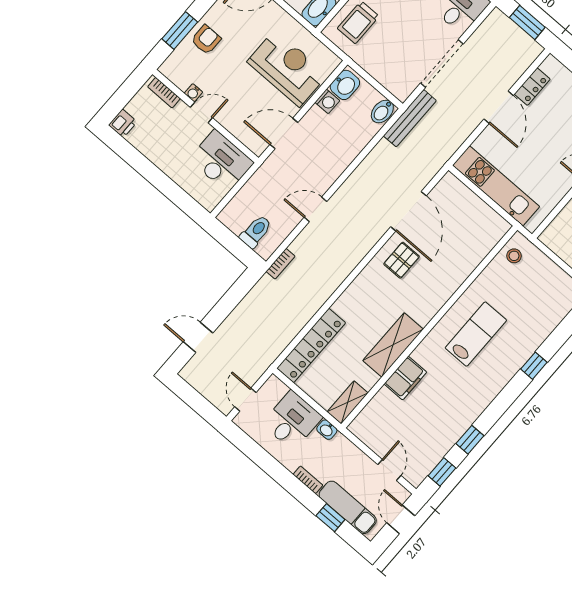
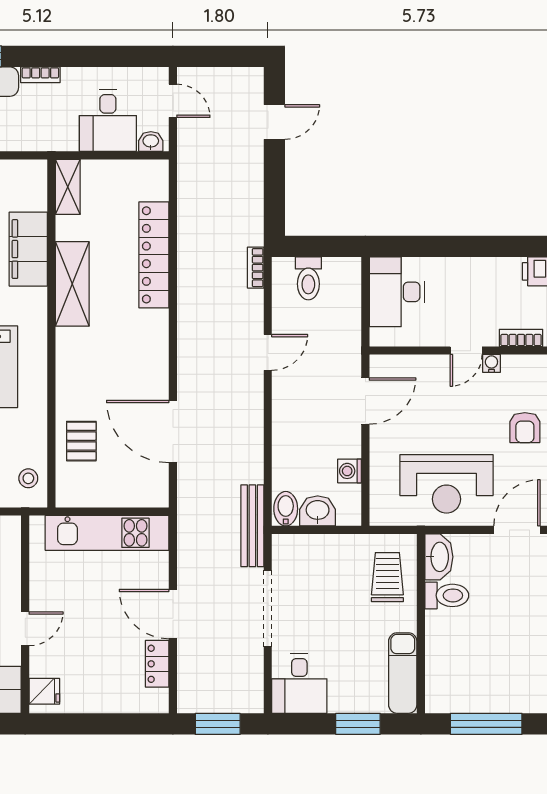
reception desk: (287, 68) -> (446, 484), moved
washbasin: (345, 85) -> (318, 511), moved, turned 90
desk: (221, 161) -> (397, 292), moved, turned 90
pallet: (402, 260) -> (81, 441), moved
locker: (311, 345) -> (154, 255), moved
filing cabinet: (405, 378) -> (28, 249), width x1.50, depth x1.17
washbasin: (327, 430) -> (151, 141), moved

